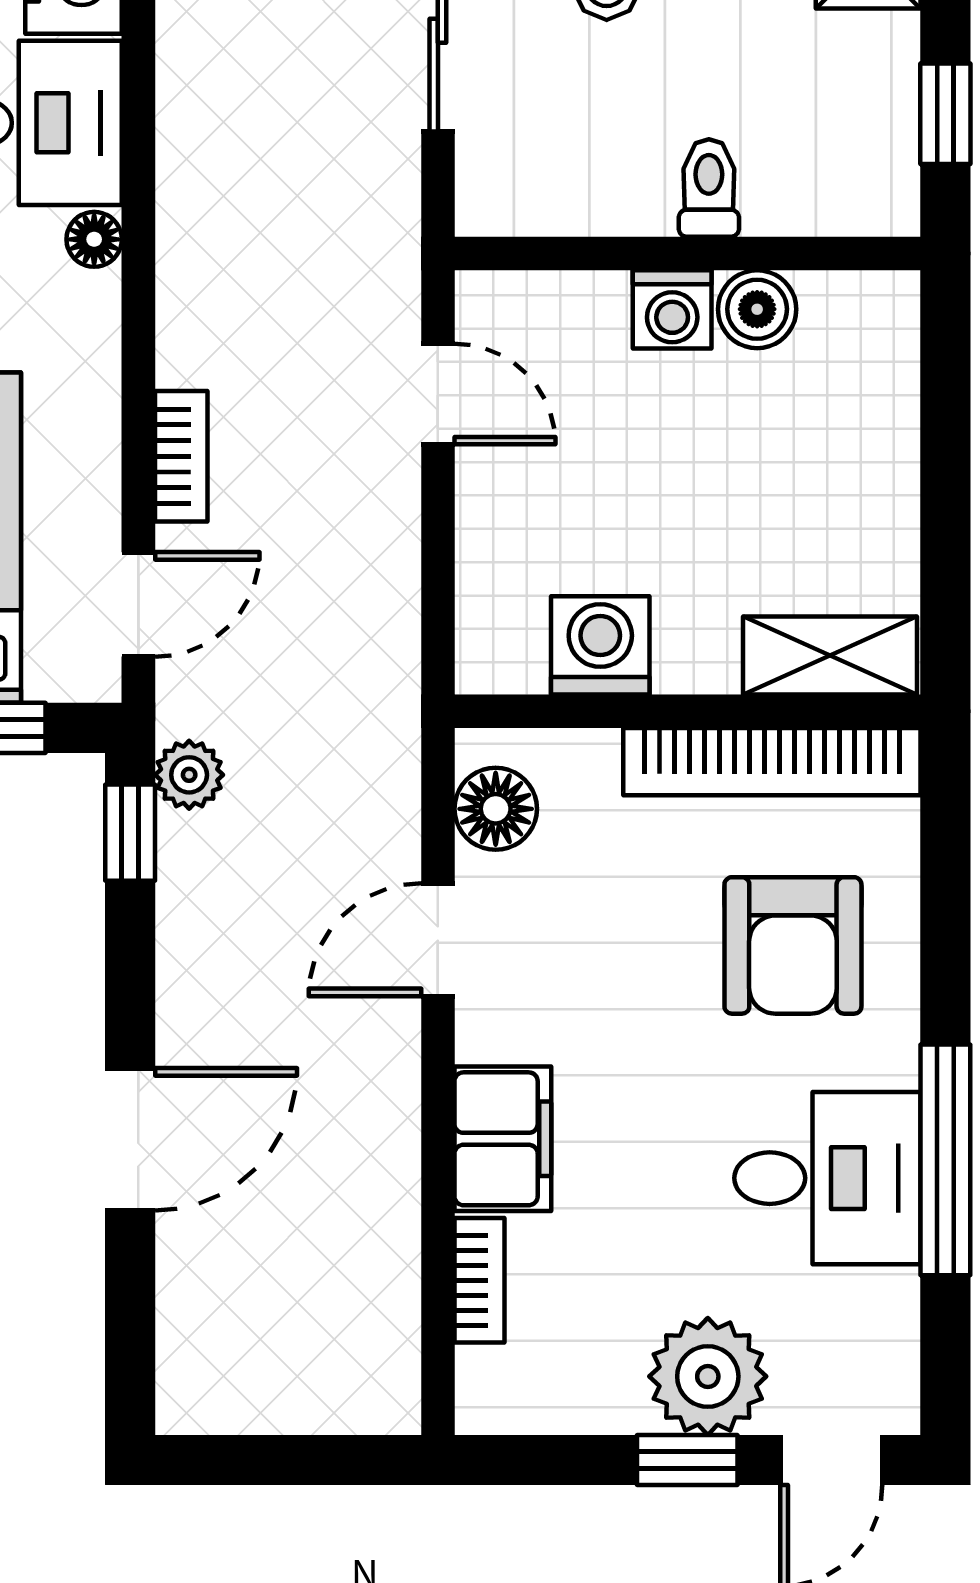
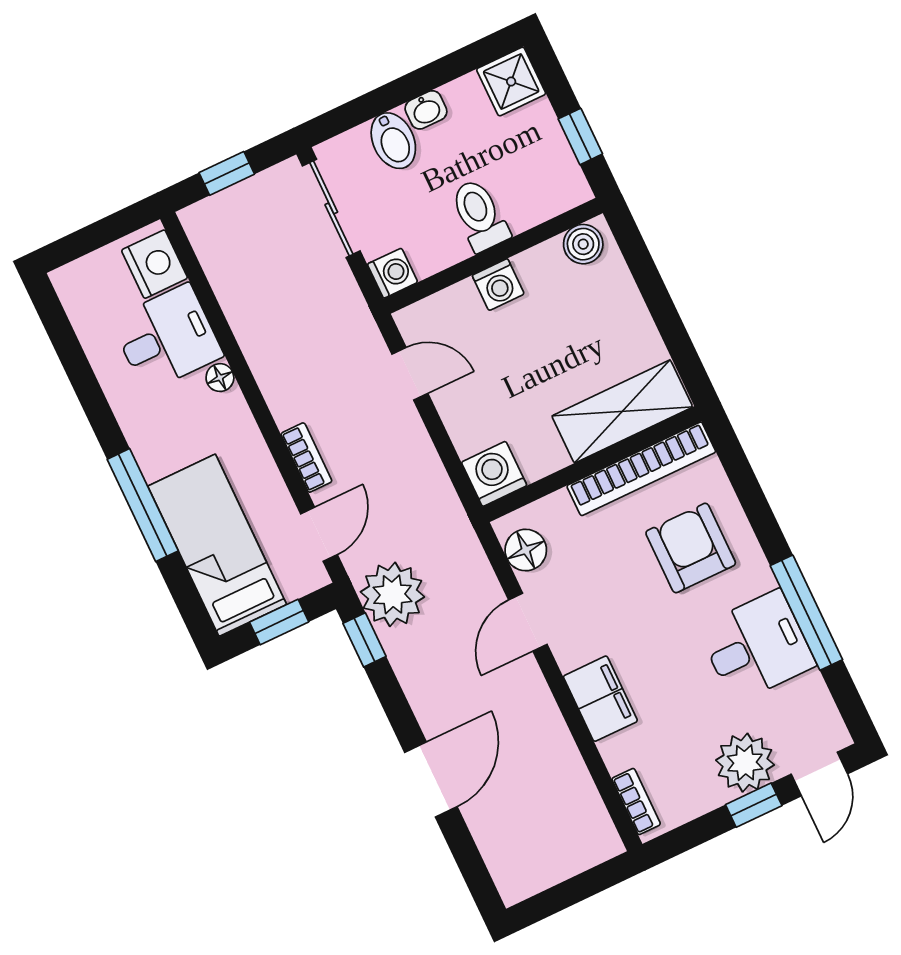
toilet: (709, 188) -> (480, 215), width x1.37, depth x1.39
washing machine: (492, 199) -> (393, 273), added
boiler: (757, 309) -> (583, 244), moved
washing machine: (600, 645) -> (494, 474), moved
shelving: (830, 655) -> (622, 411), width x1.50, depth x1.33
plant: (189, 775) -> (392, 594), width x1.87, depth x1.87
armchair: (793, 945) -> (691, 548), turned 180
bookcase: (479, 1280) -> (636, 801), moved

